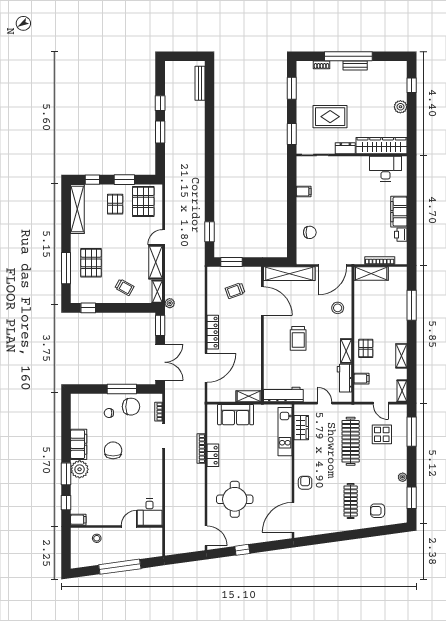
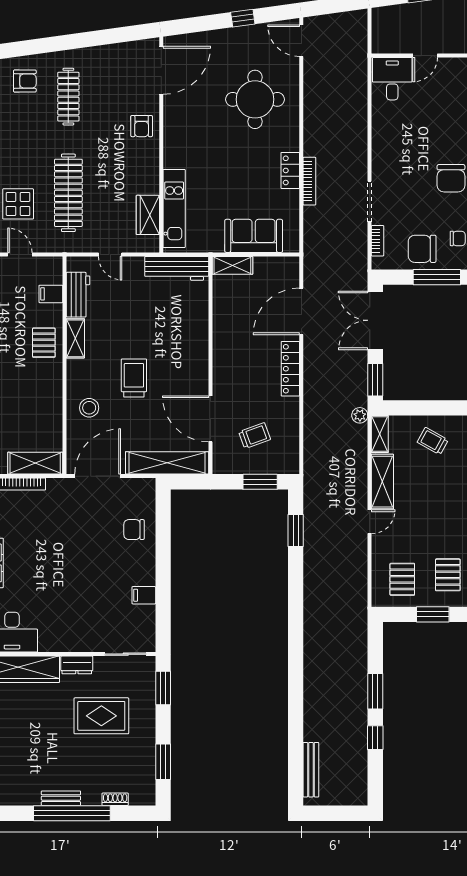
pallet: (143, 201) -> (402, 579), width x0.67, depth x0.71
trolley: (298, 338) -> (134, 378), moved

